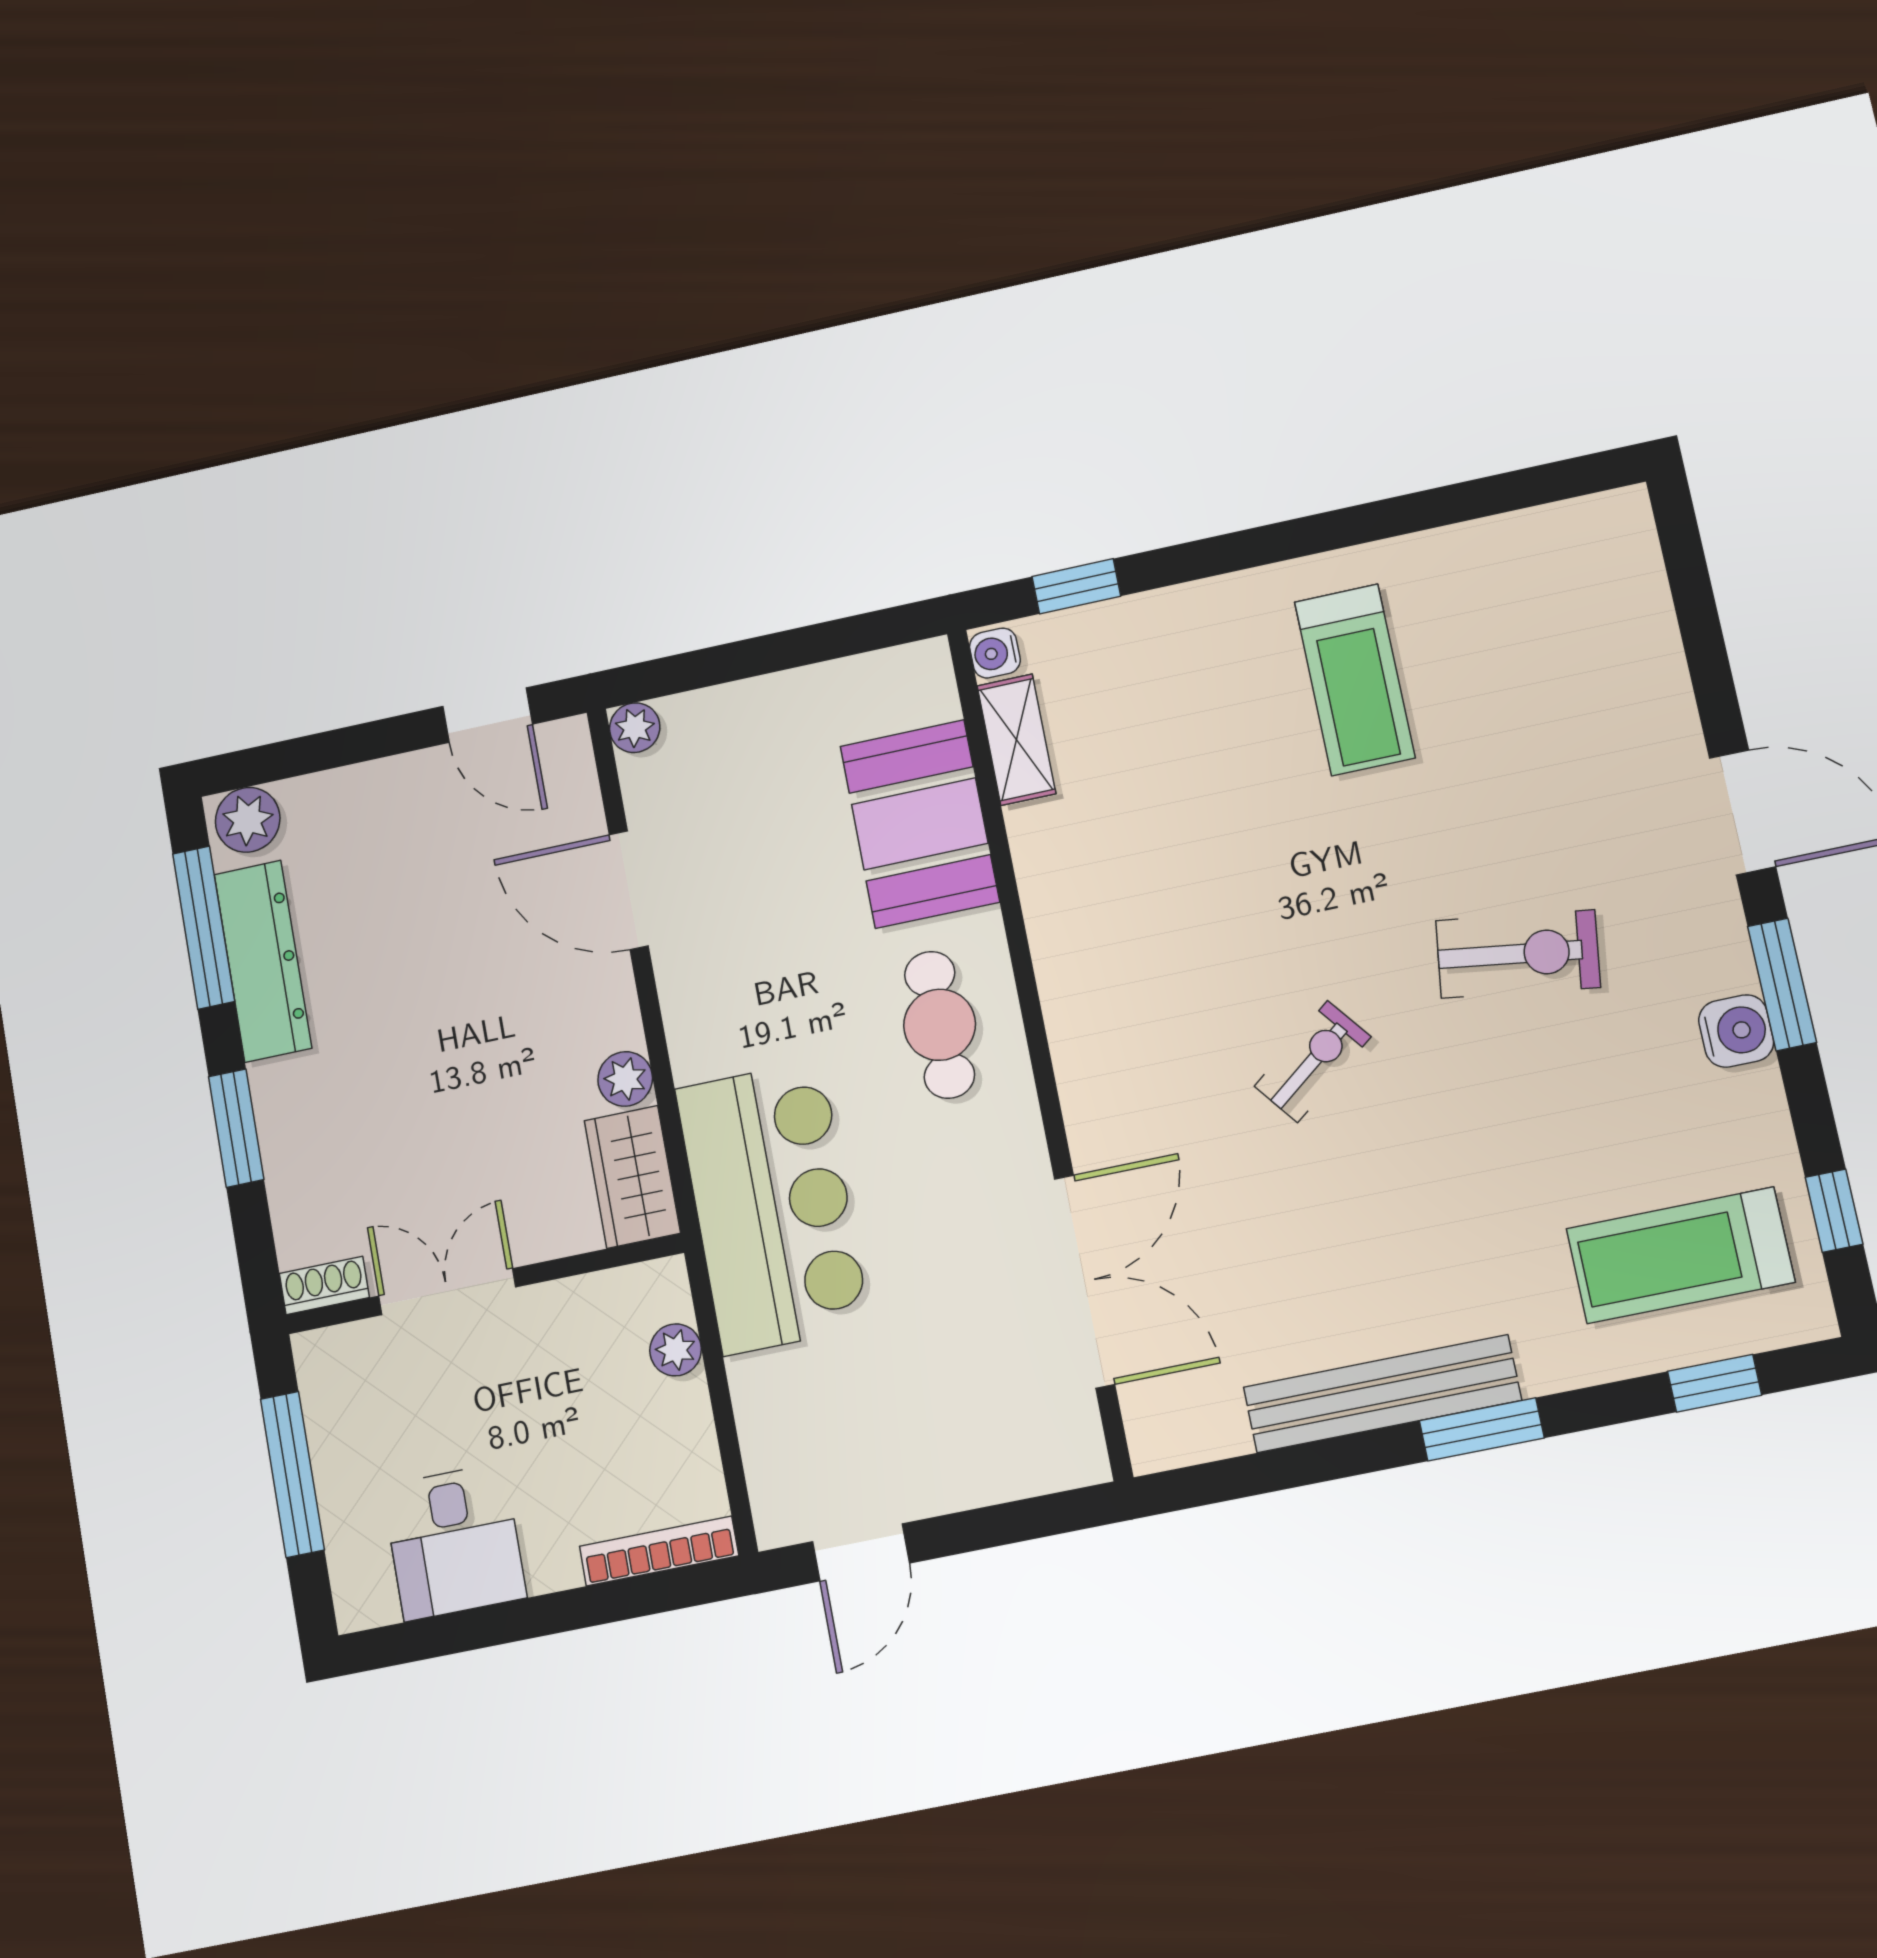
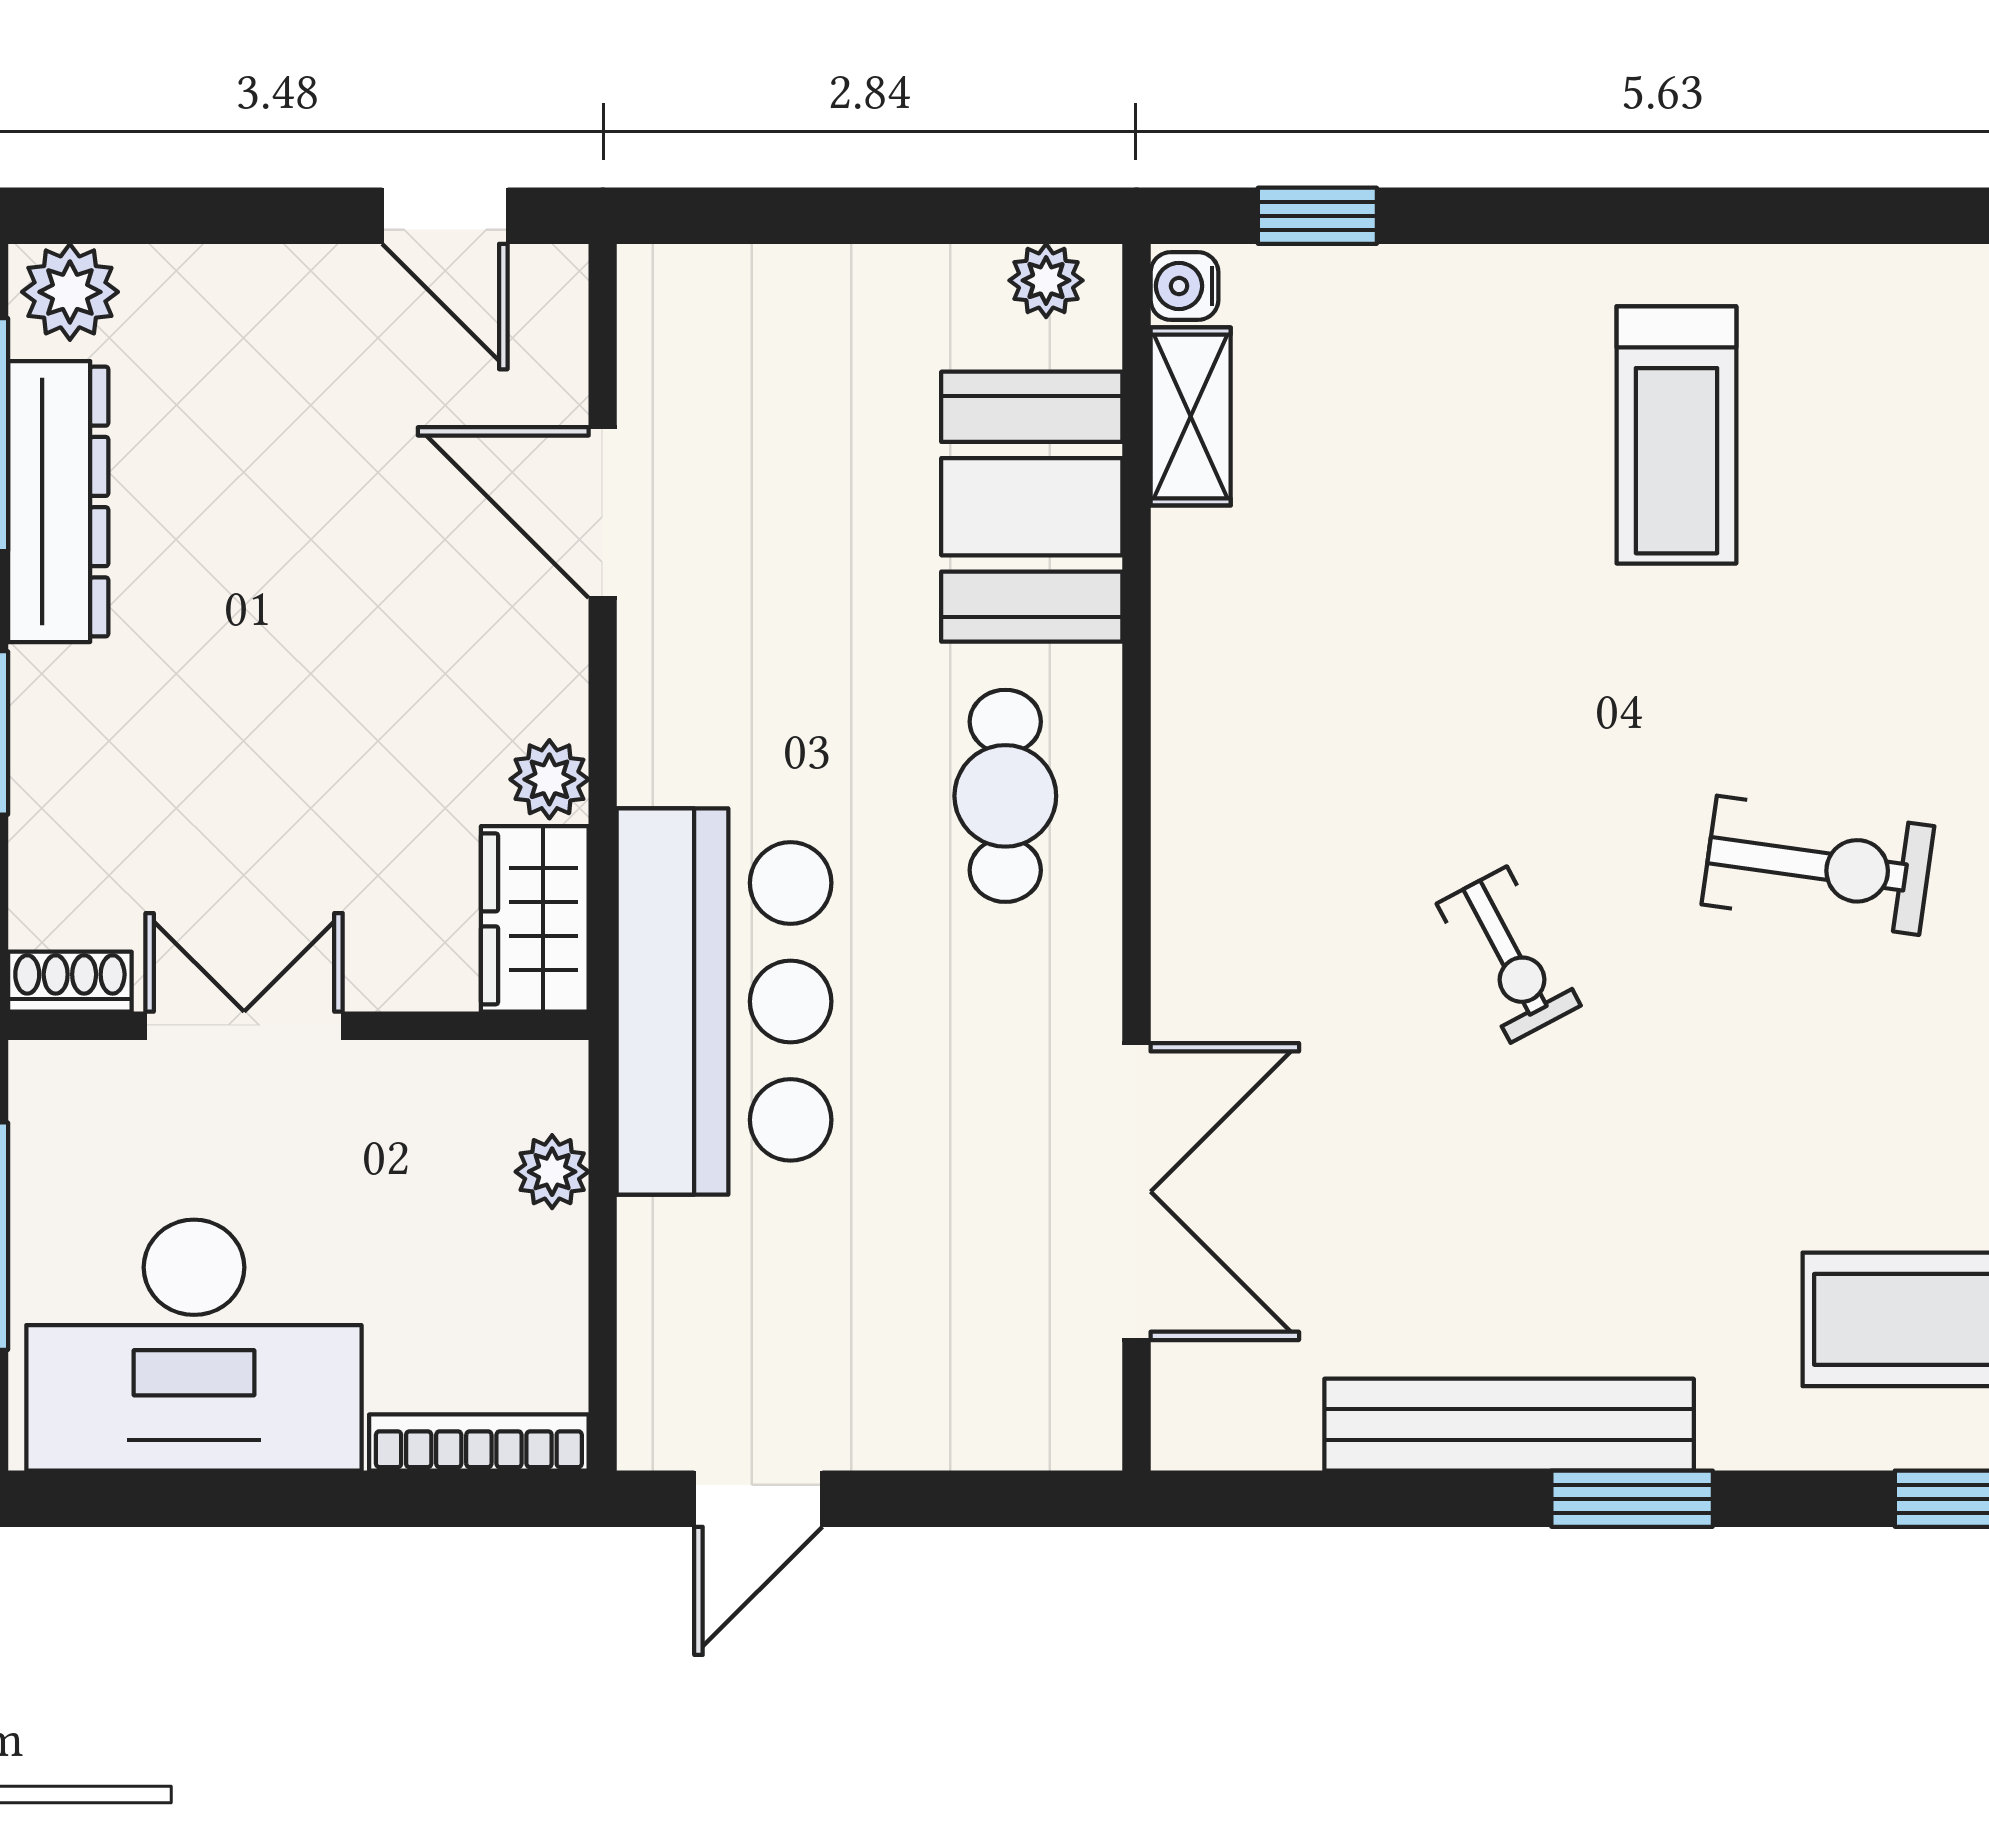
plant: (635, 728) -> (1046, 280), moved
exercise bike: (1313, 1061) -> (1509, 955), turned 100
desk: (454, 1542) -> (194, 1345), width x1.87, depth x1.30

